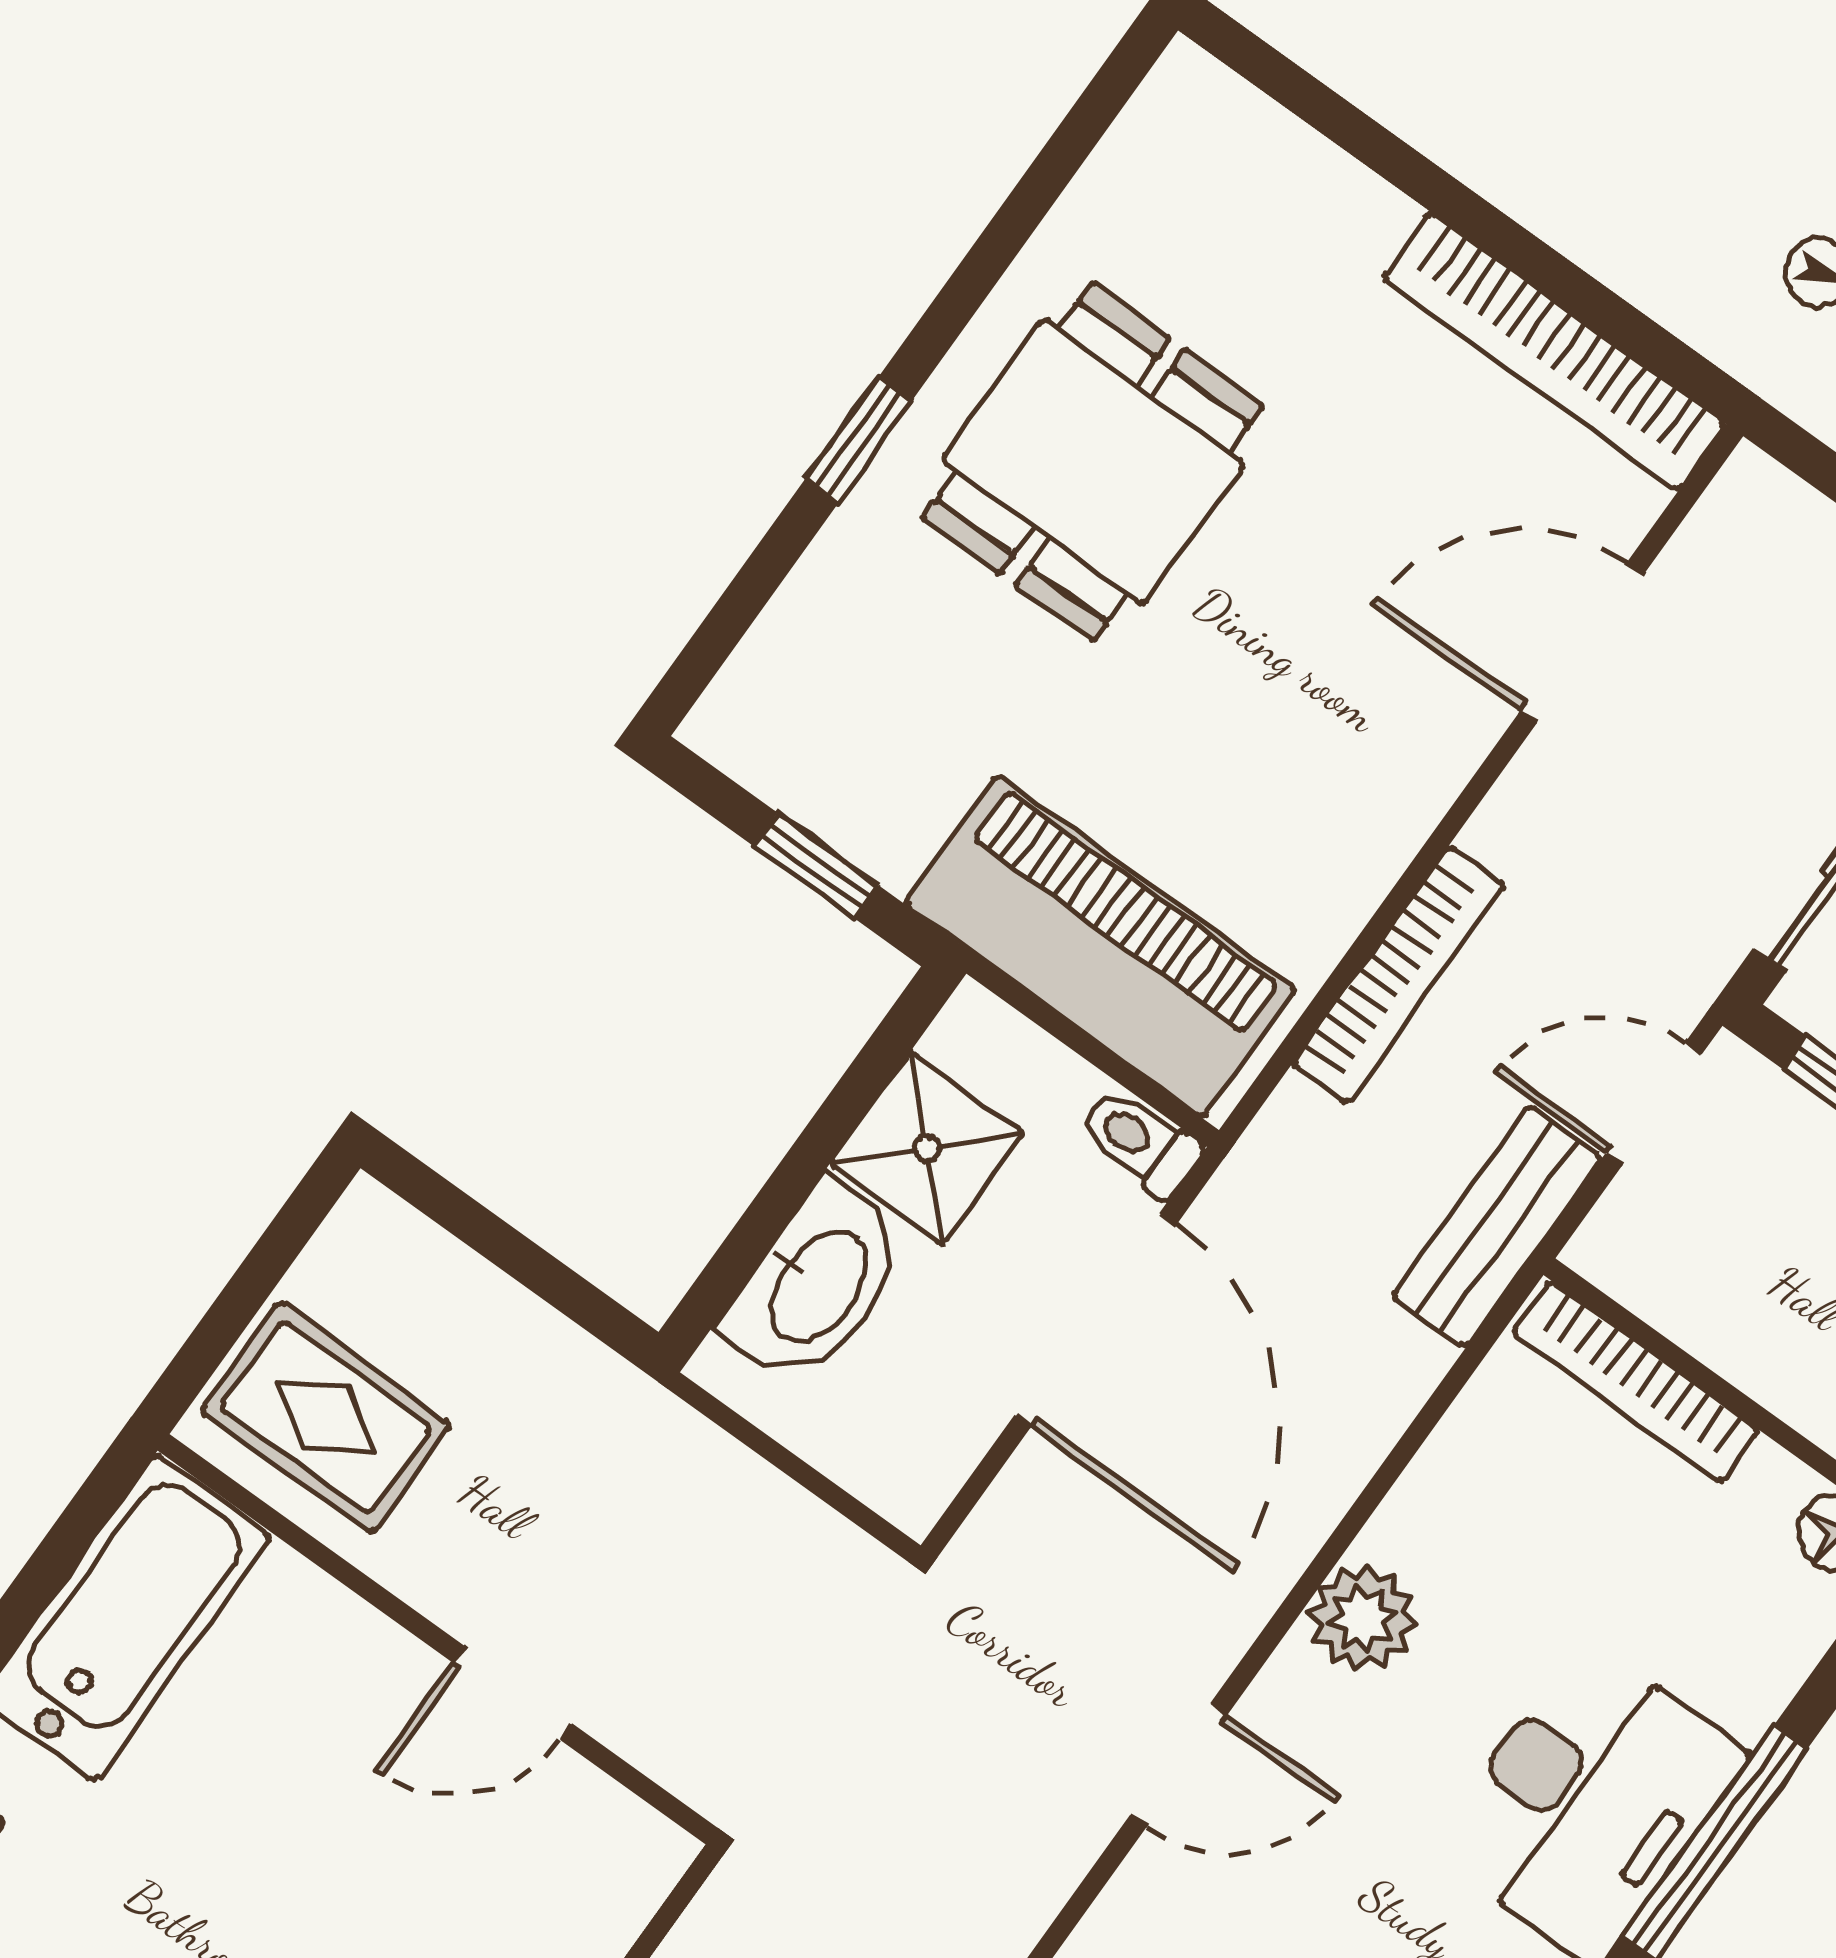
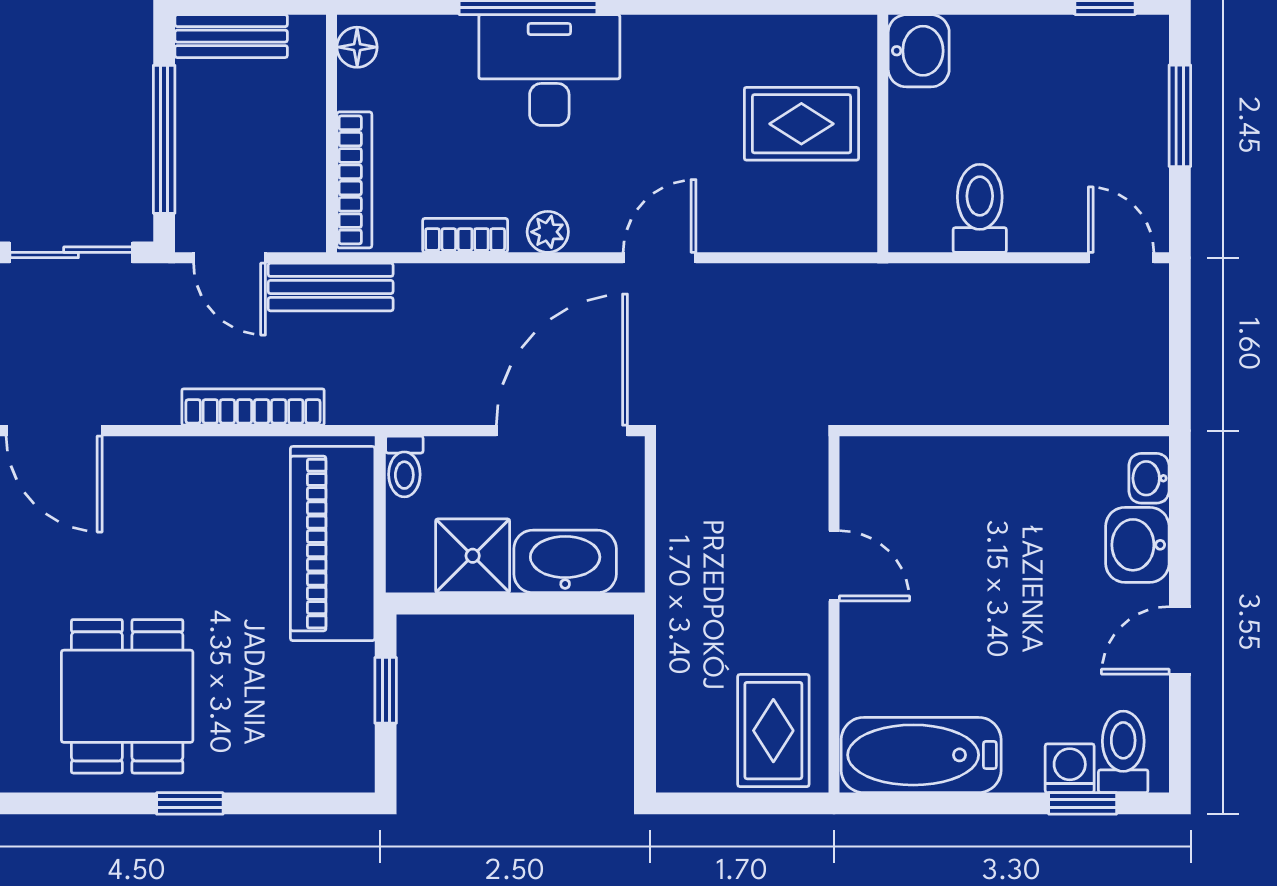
dining table: (1093, 462) -> (127, 696), turned 90
door: (1095, 1320) -> (562, 431), moved
bookcase: (1428, 1491) -> (465, 235), added
plant: (1362, 1618) -> (548, 232), width x0.73, depth x0.73
door: (1179, 1765) -> (660, 258), hinge flipped

